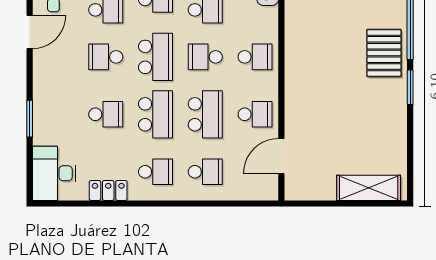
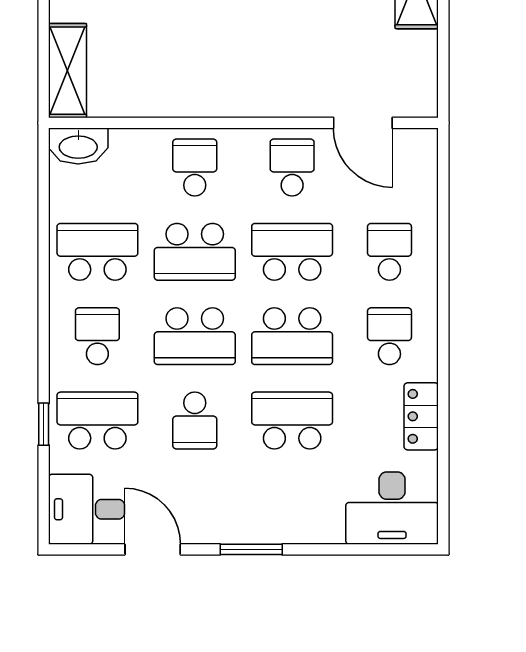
school desk: (156, 57) -> (195, 336), turned 180
school desk: (205, 57) -> (195, 252), width x1.85
school desk: (106, 114) -> (292, 421), width x1.85
school desk: (156, 114) -> (292, 336), turned 180
window: (30, 119) -> (251, 549), moved

